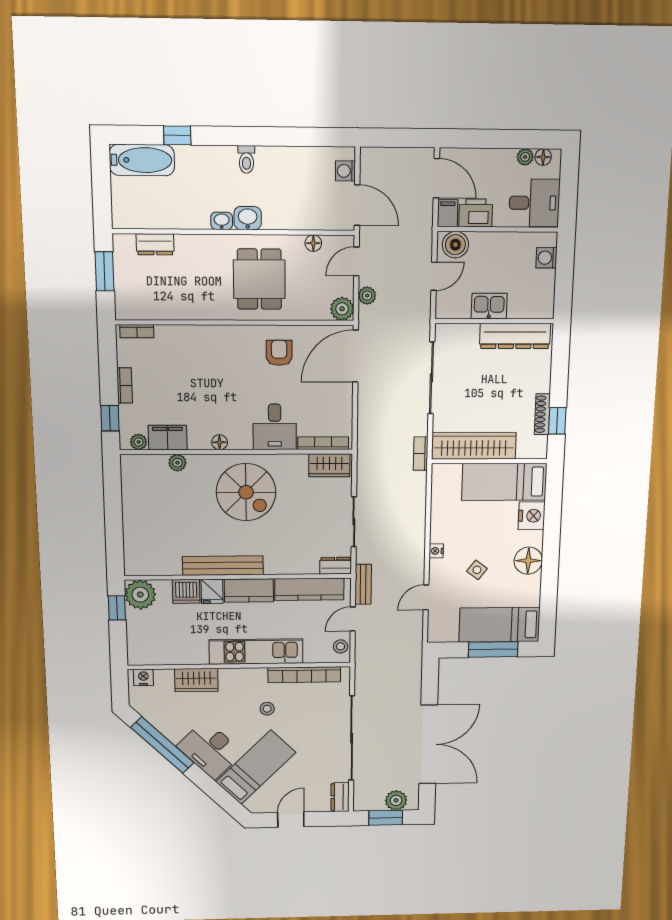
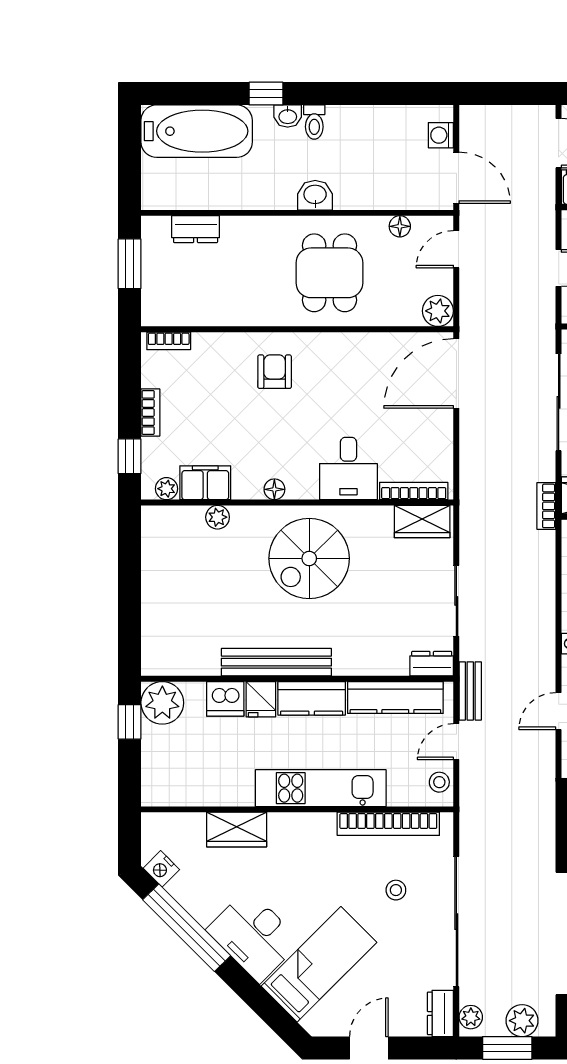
window: (177, 135) -> (266, 94), moved
bathtub: (142, 160) -> (197, 131), width x1.36, depth x1.36
washbasin: (222, 221) -> (288, 116), moved, turned 180
plant: (367, 296) -> (471, 1017), moved
armchair: (279, 353) -> (275, 372), moved
spiral stairs: (246, 492) -> (309, 558), turned 90
nightstand: (143, 677) -> (161, 869), moved, turned -135
stool: (267, 709) -> (396, 890), moved

